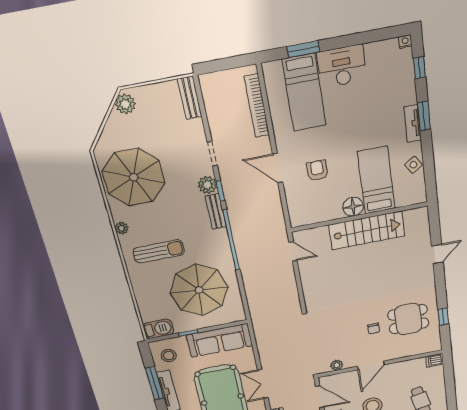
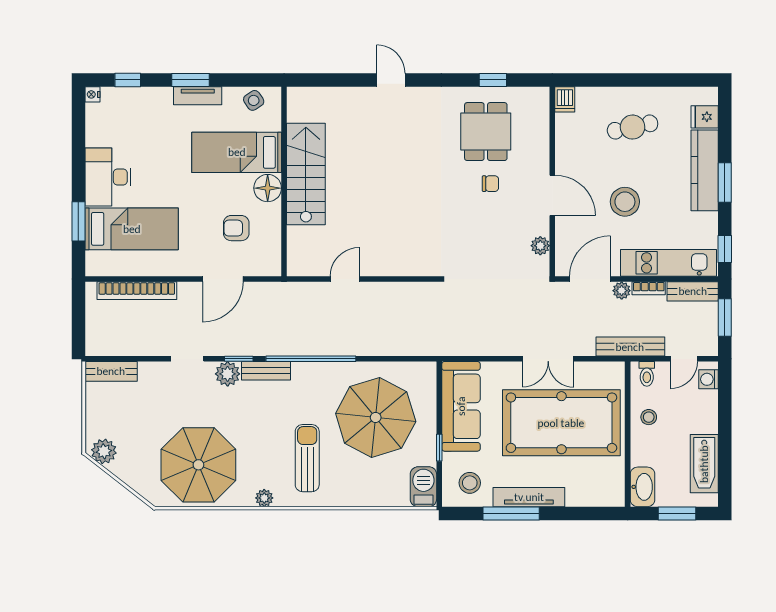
bed: (376, 180) -> (237, 152), moved
floor lamp: (353, 207) -> (268, 188), moved
wall: (359, 217) -> (284, 181), moved
stairs: (367, 230) -> (306, 174), moved

